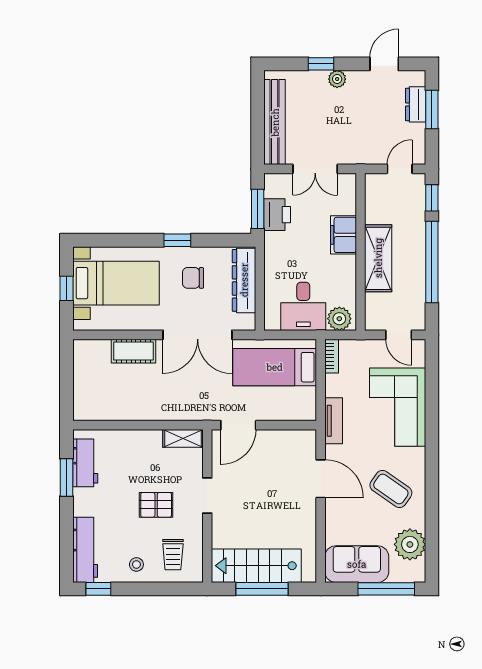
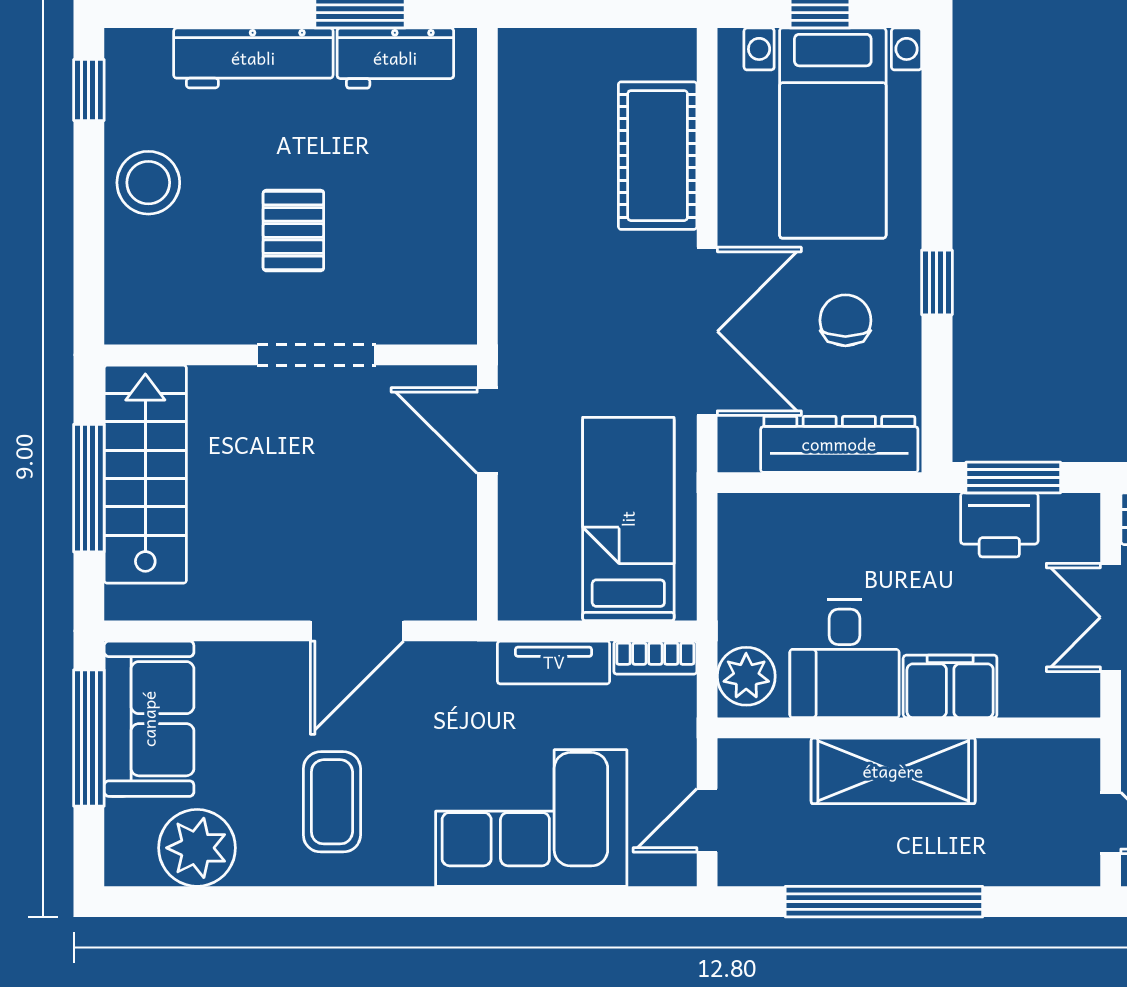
window: (432, 198) -> (1040, 902), removed
desk: (303, 306) -> (844, 659), moved, turned -90
double door: (198, 335) -> (707, 331), swing flipped
cot: (133, 351) -> (658, 156), width x1.37, depth x1.34
tv unit: (334, 421) -> (554, 662), moved
shelving: (183, 438) -> (455, 296), removed
coffee table: (391, 489) -> (332, 802), turned -35
doorway: (207, 495) -> (316, 355), width x1.38
workbench: (85, 550) -> (253, 58), moved
trolley: (173, 555) -> (172, 272), removed
stool: (136, 564) -> (148, 183), width x1.89, depth x1.89
window: (386, 589) -> (89, 738), moved

